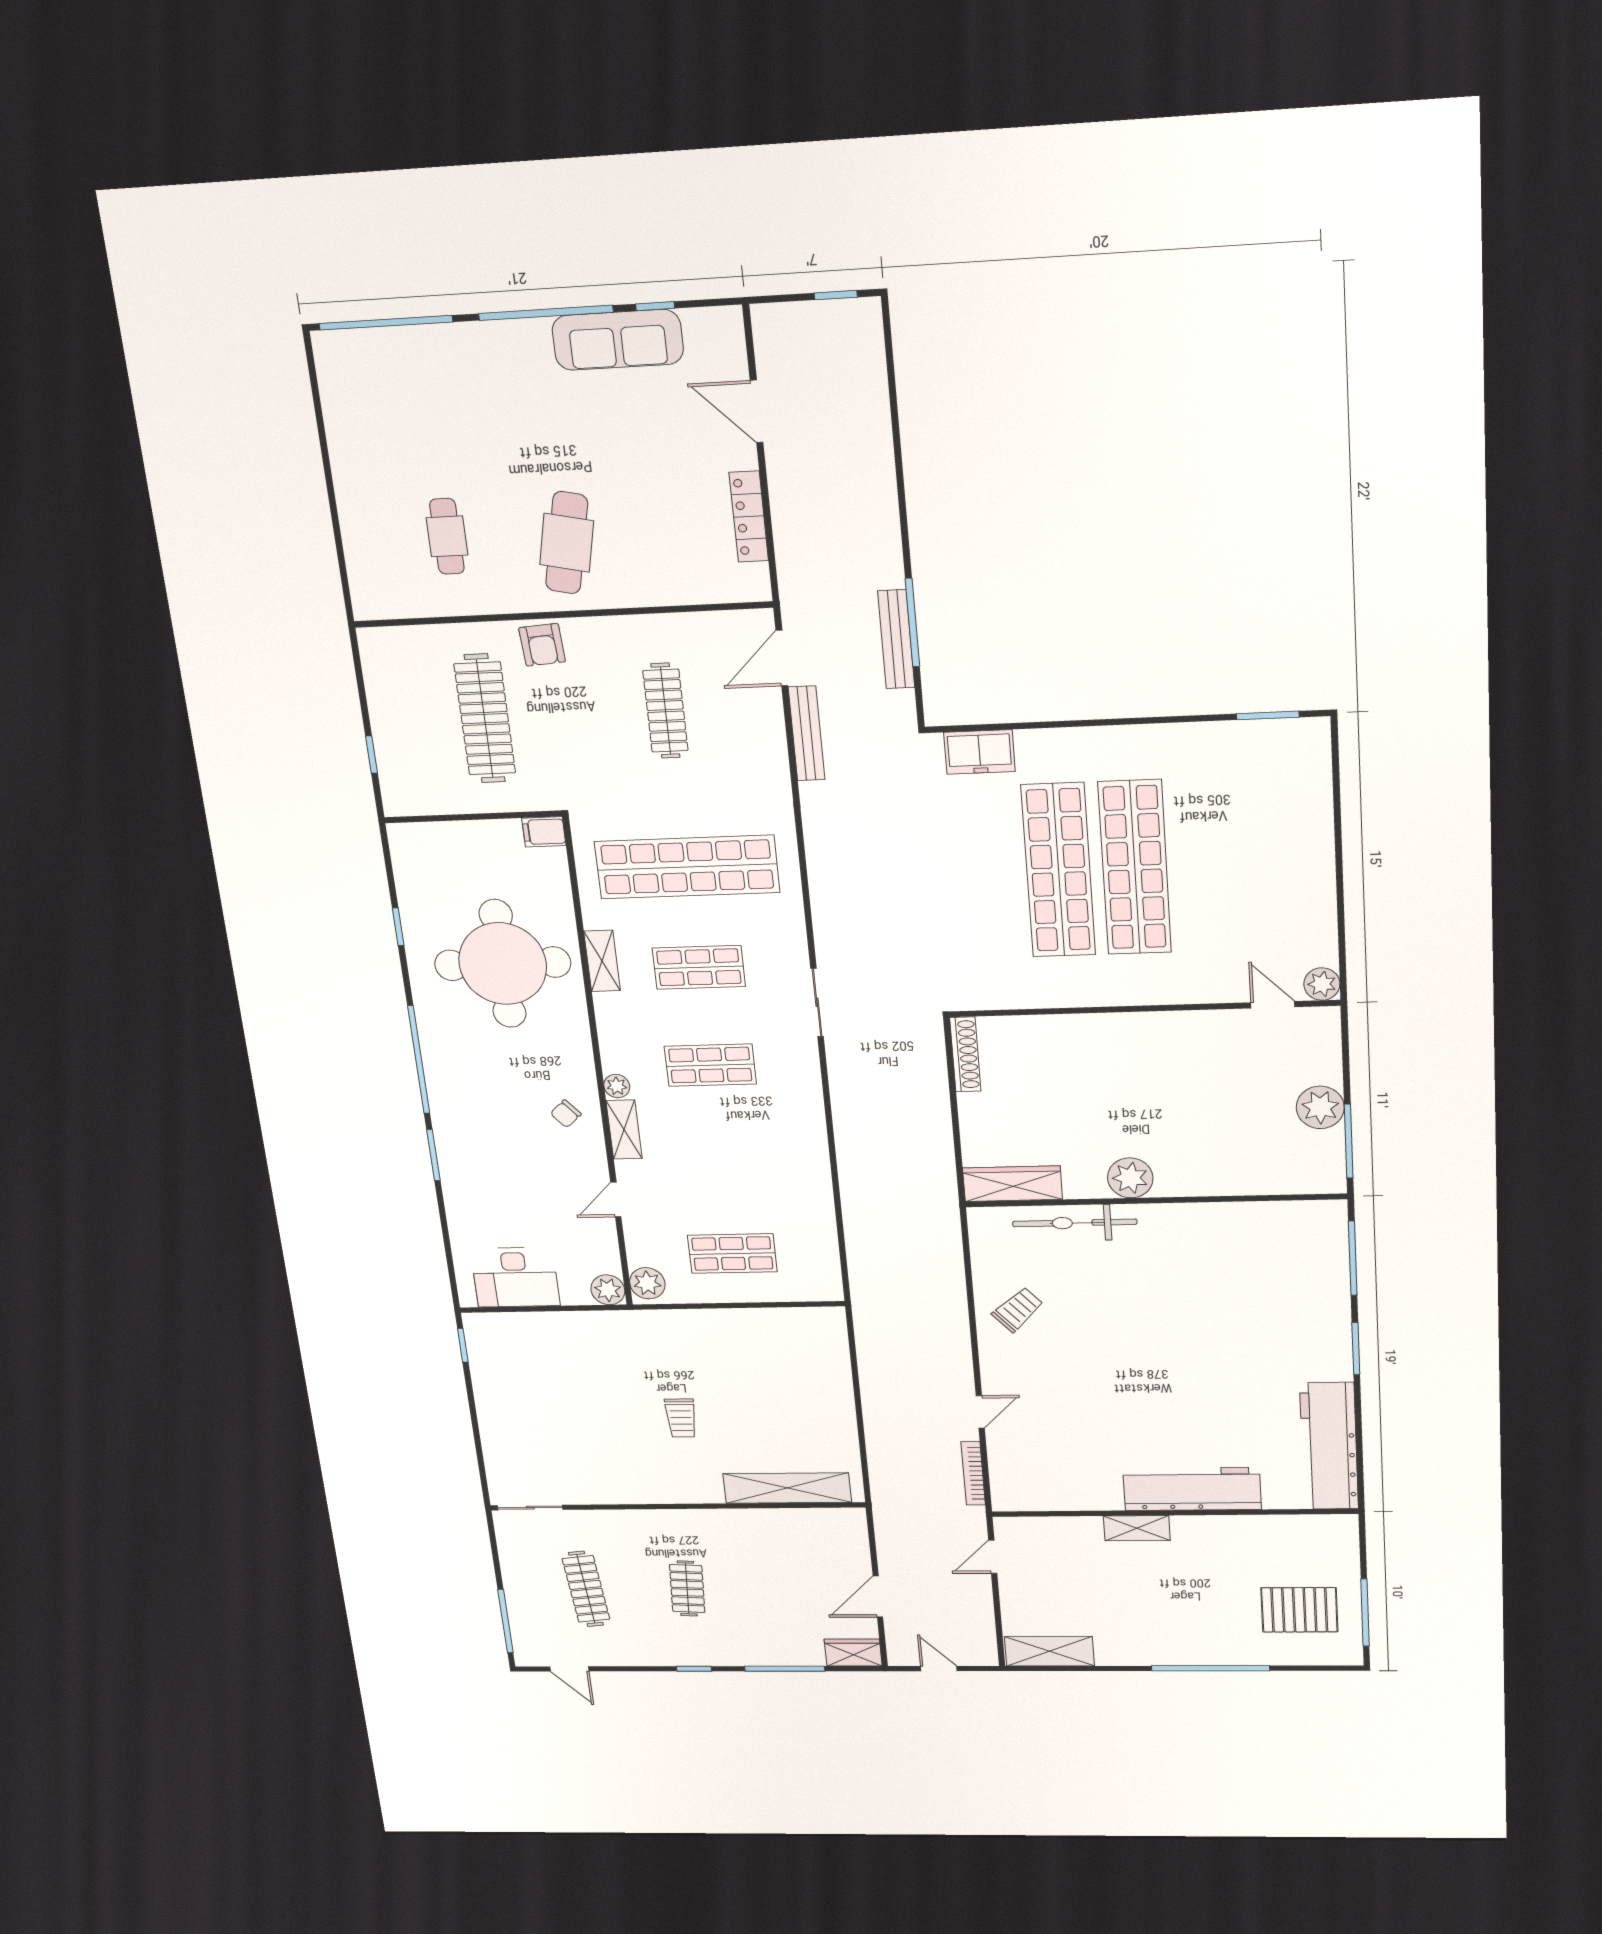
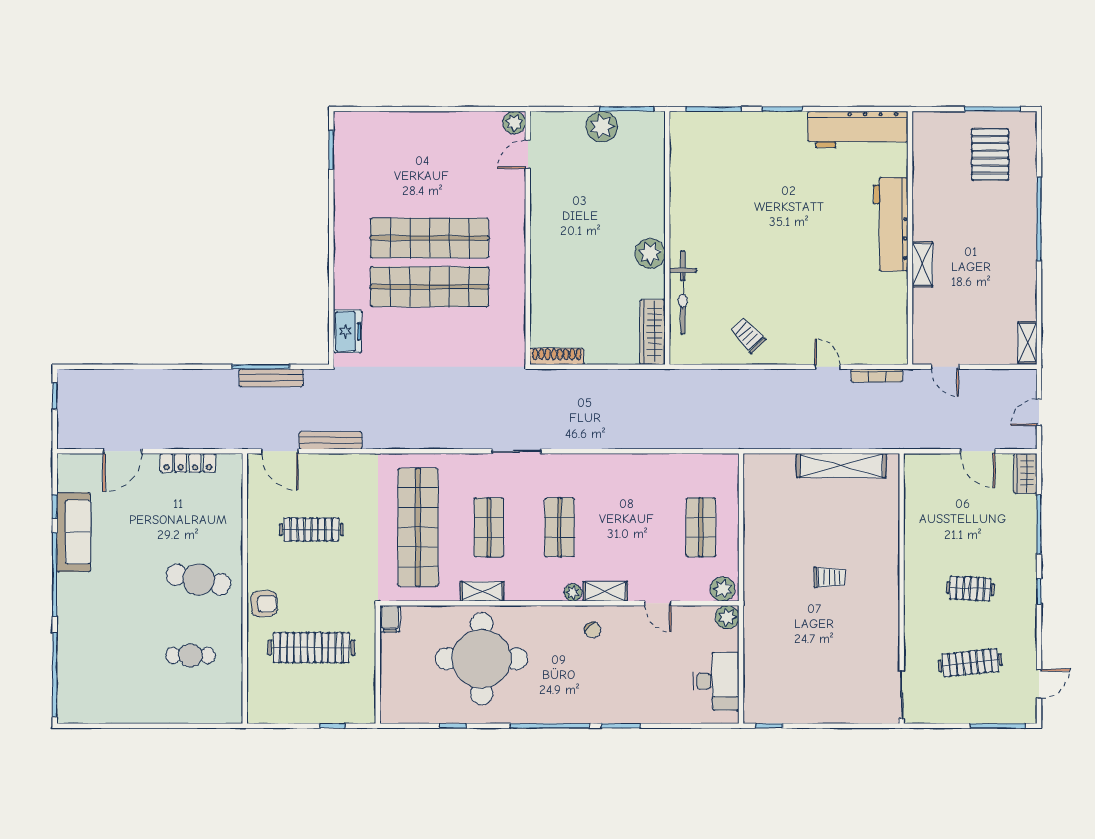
shelving: (787, 1488) -> (841, 466), moved, turned 90
shelving: (1049, 1651) -> (1027, 343), width x0.67, depth x0.75

